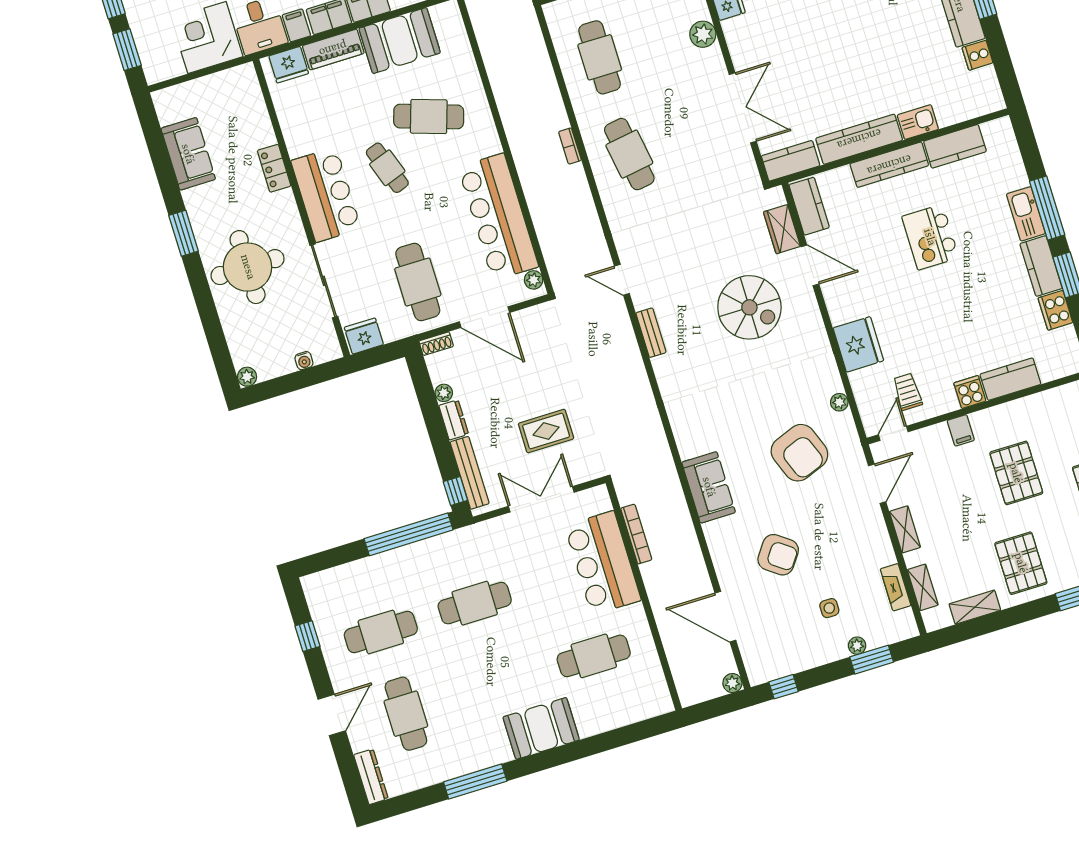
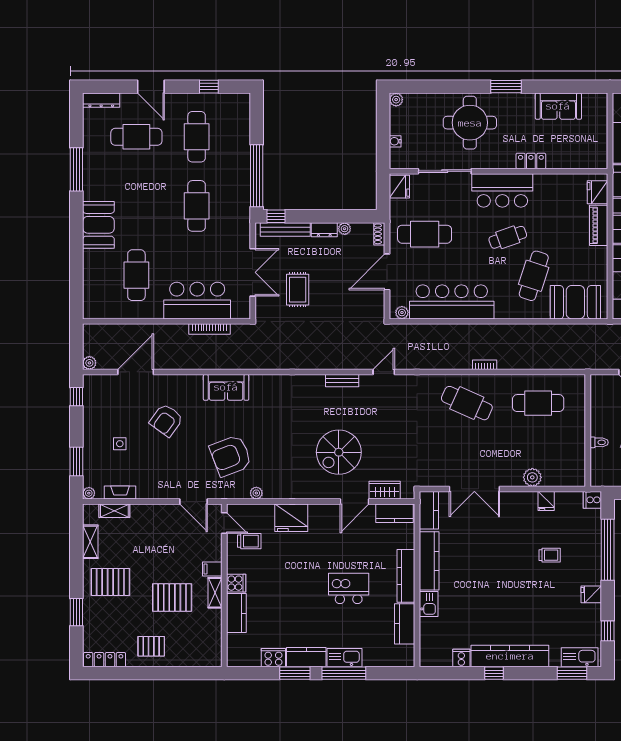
booth: (400, 41) -> (575, 302), moved, turned 90
cafe table: (629, 154) -> (467, 403), turned 33
shelving: (905, 529) -> (215, 593), moved, turned 90
plant: (857, 646) -> (89, 493), moved

